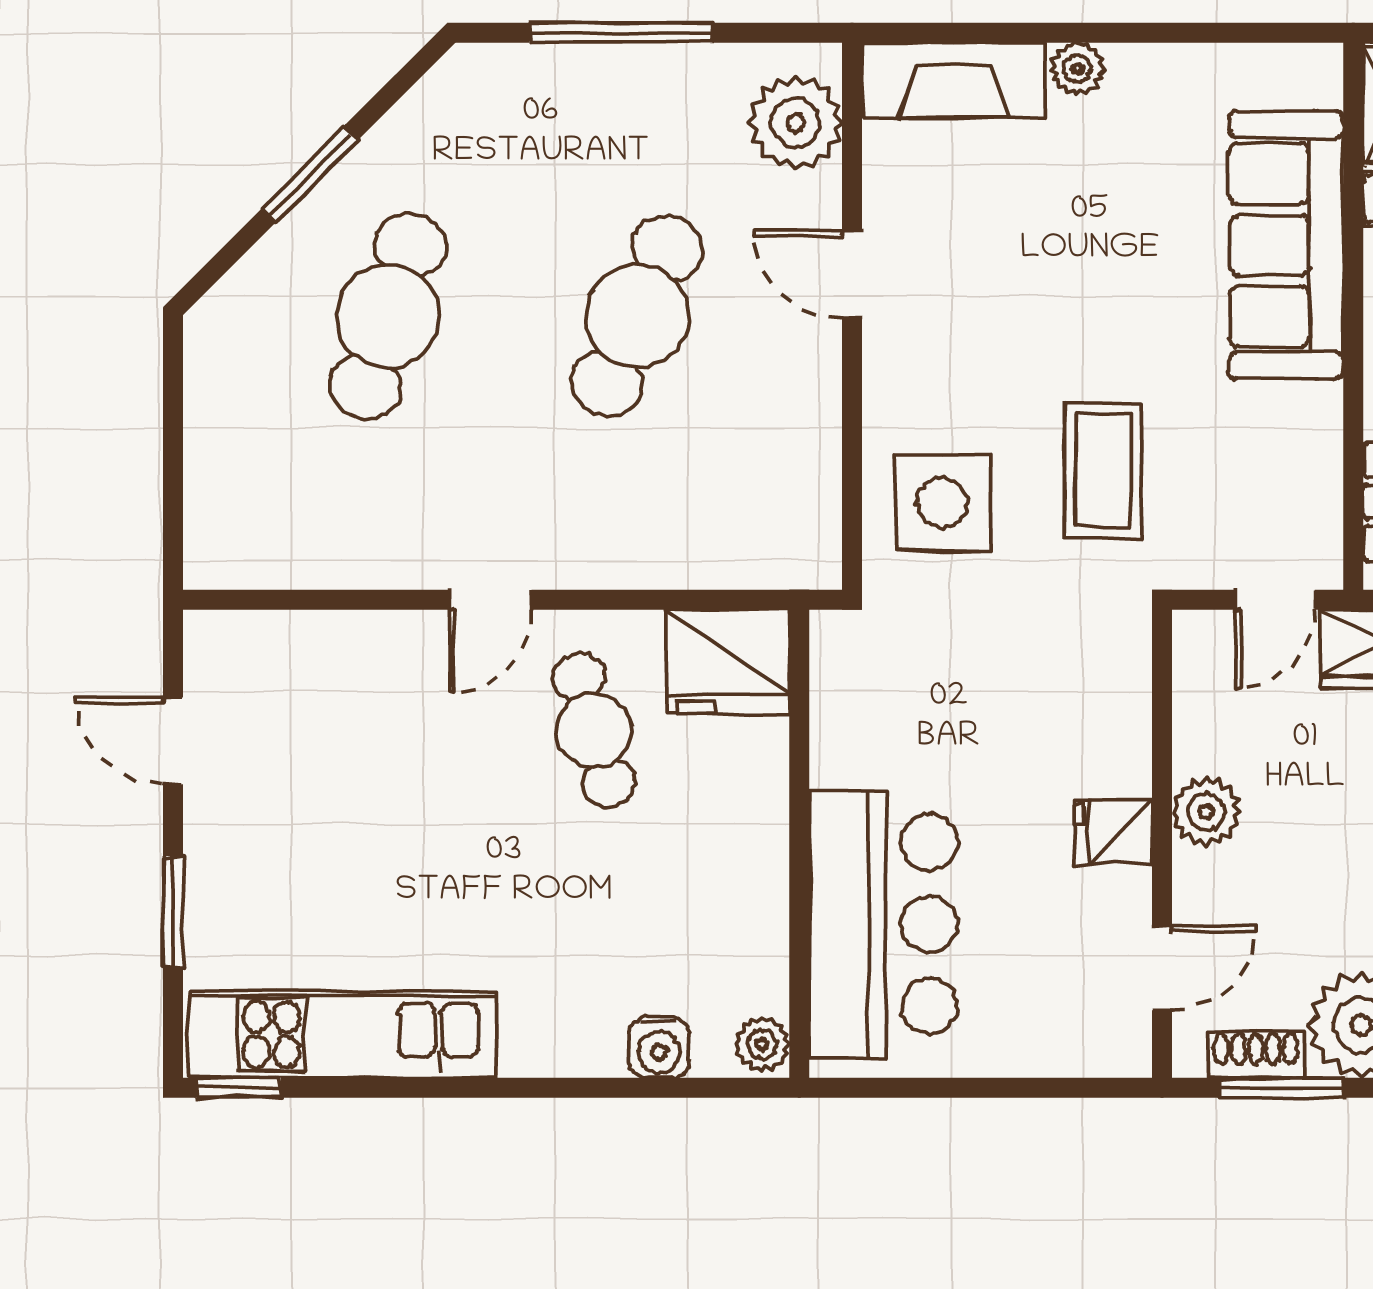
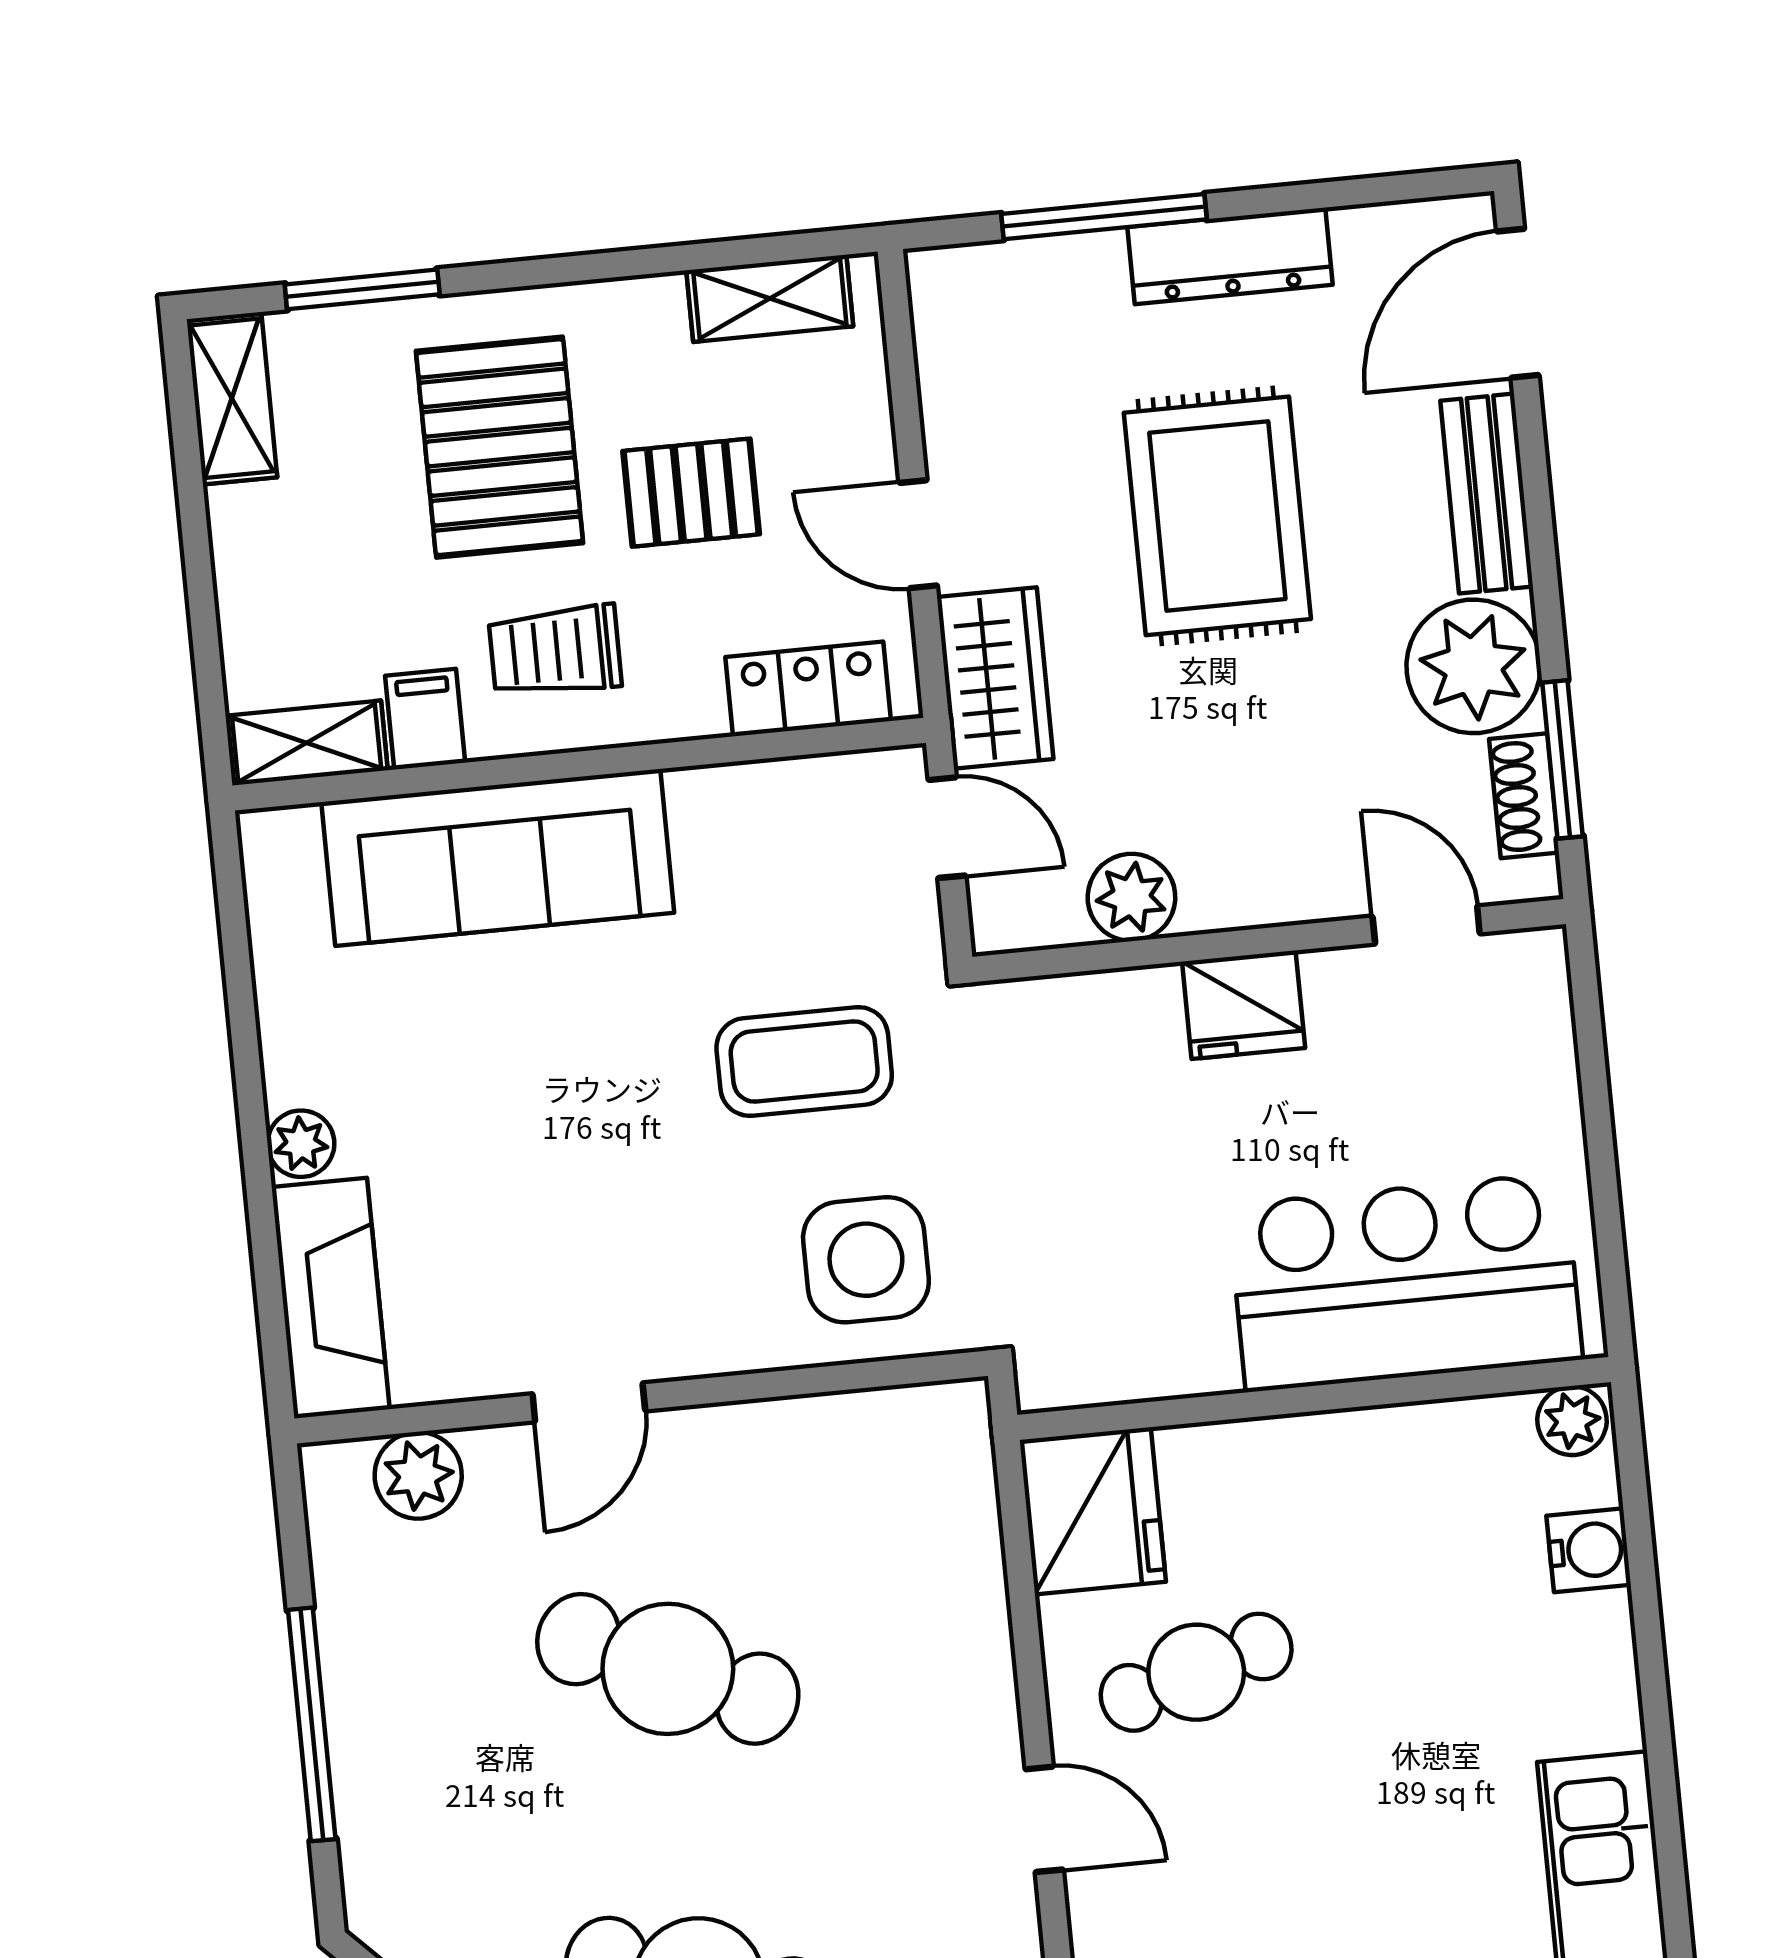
plant: (795, 123) -> (418, 1475), width x0.73, depth x0.73
plant: (1206, 811) -> (1131, 897), moved
fridge: (1113, 831) -> (1244, 1005), width x1.38

